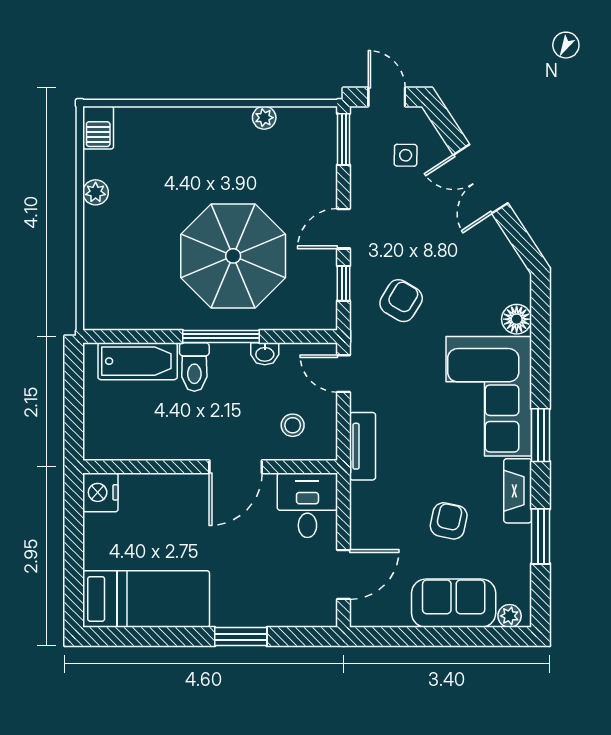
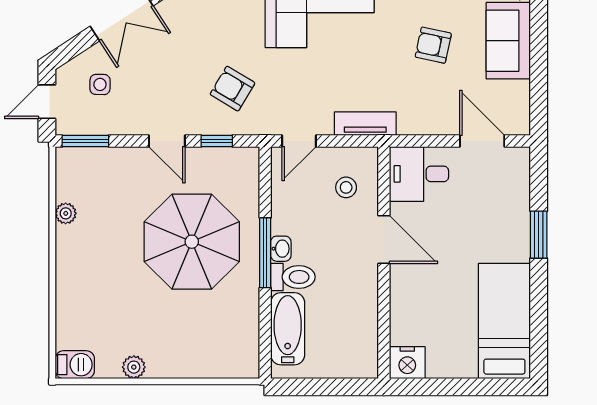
washbasin: (265, 354) -> (281, 249), moved

